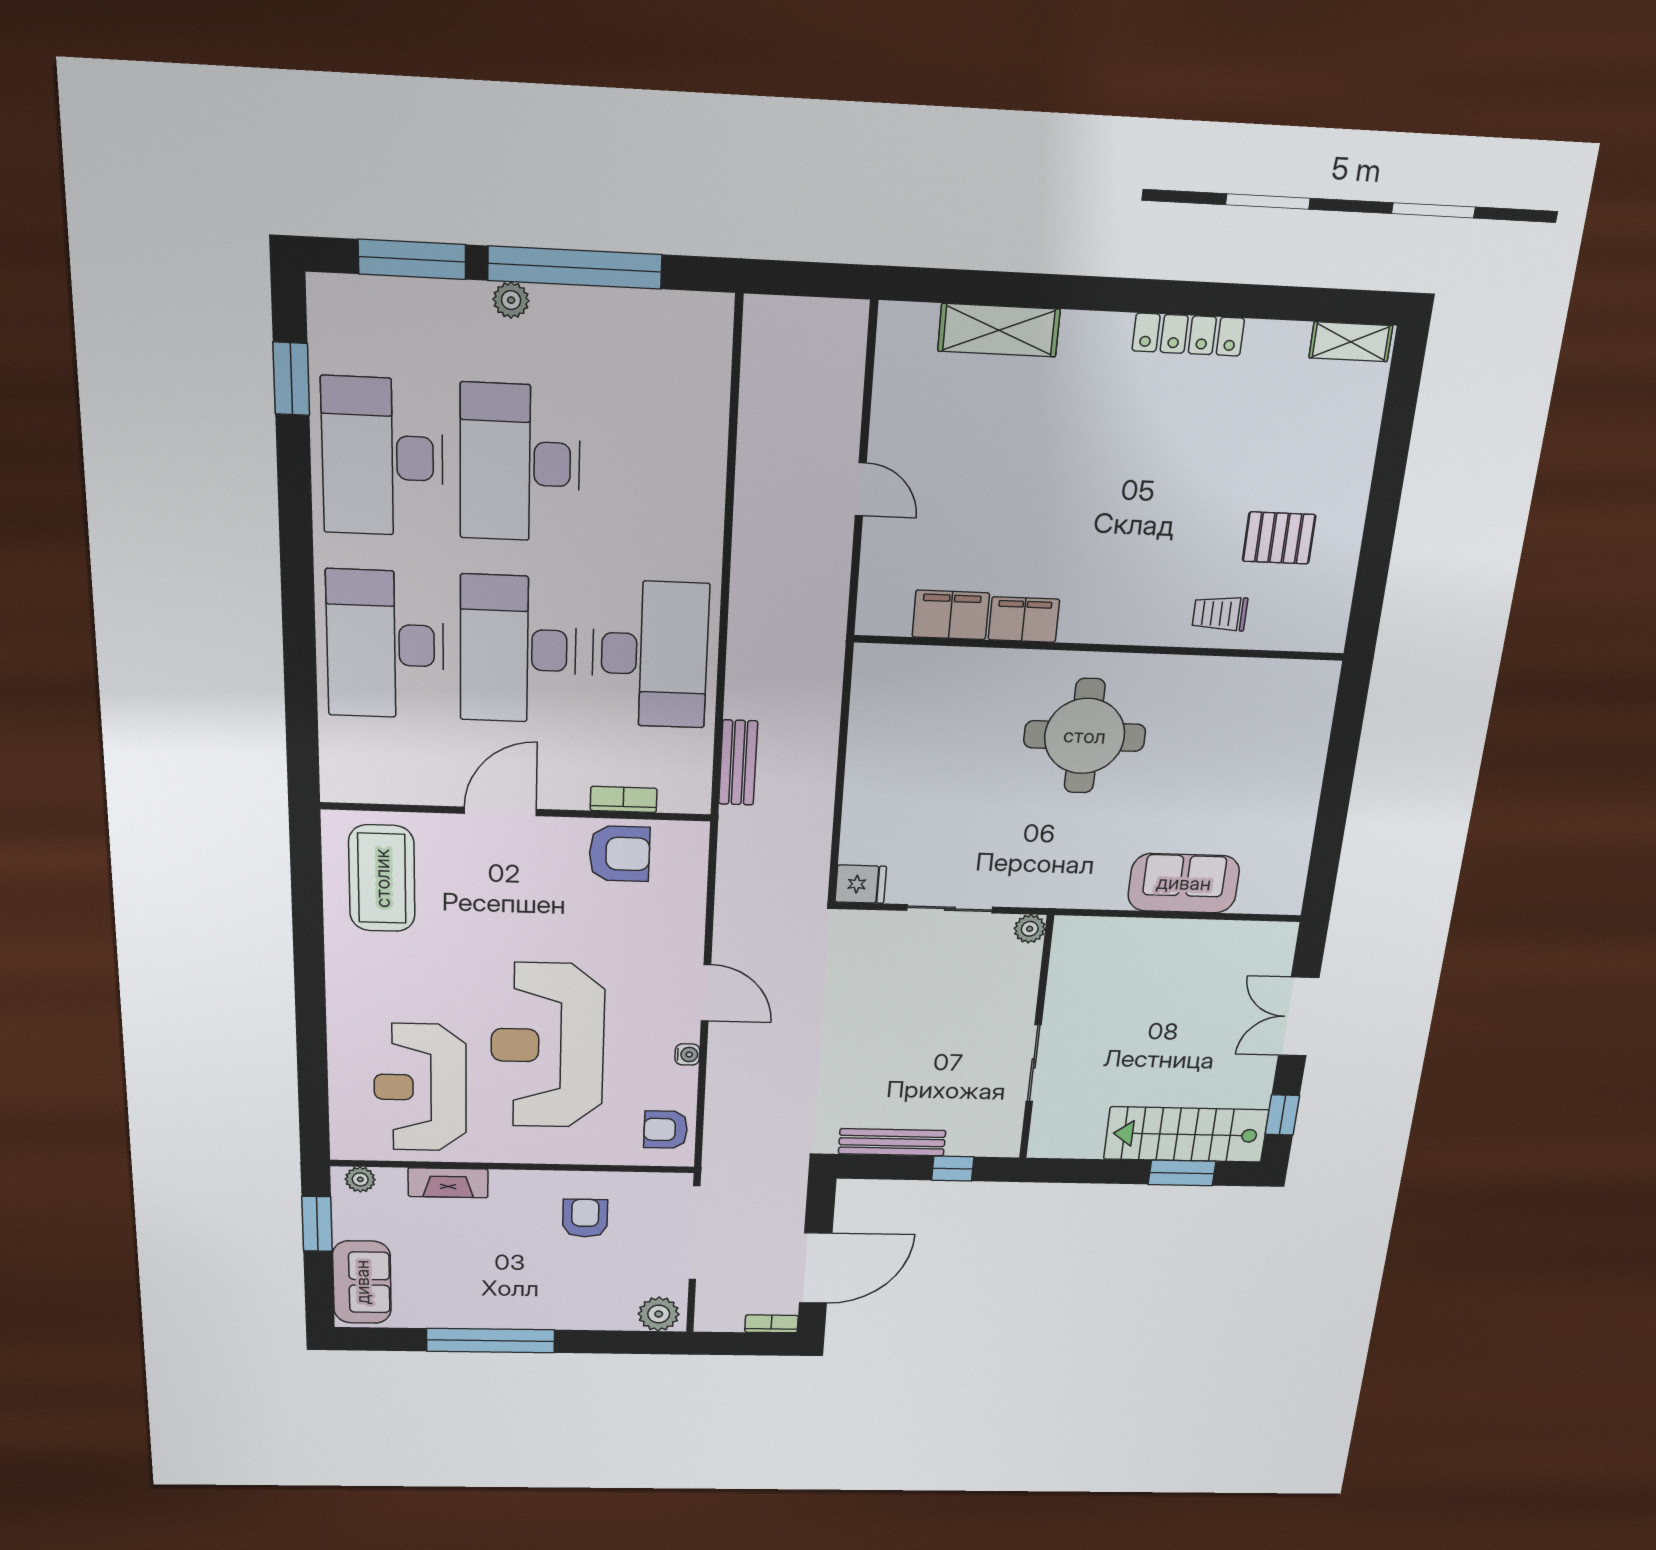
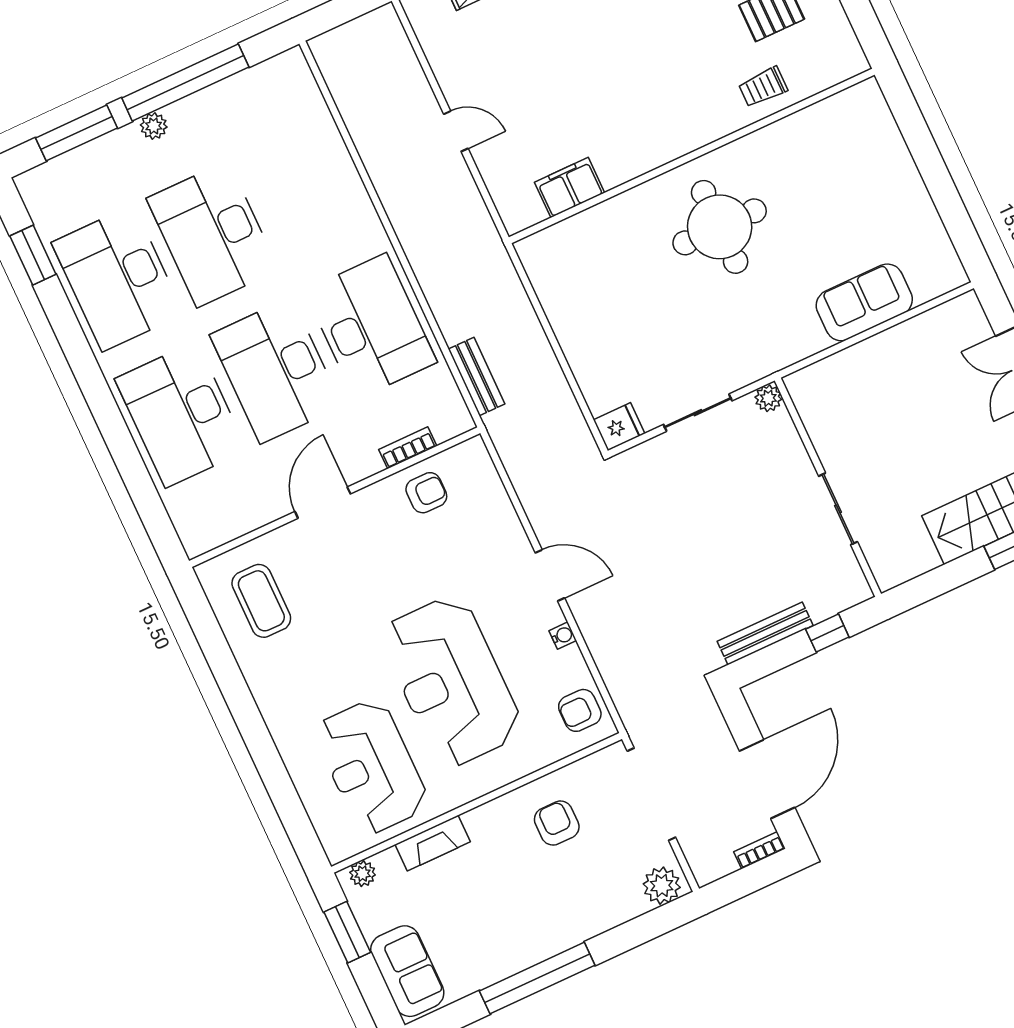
filing cabinet: (1024, 620) -> (624, 164), removed
armchair: (619, 854) -> (426, 493), width x0.72, depth x0.72
coffee table: (382, 878) -> (261, 601), width x0.73, depth x0.76

